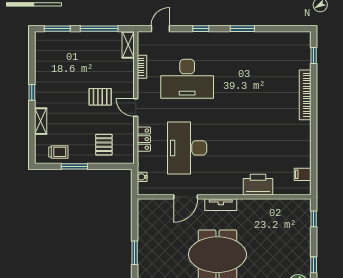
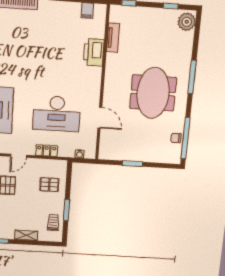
tv unit: (221, 205) -> (113, 38), moved
window: (135, 253) -> (132, 164), moved

